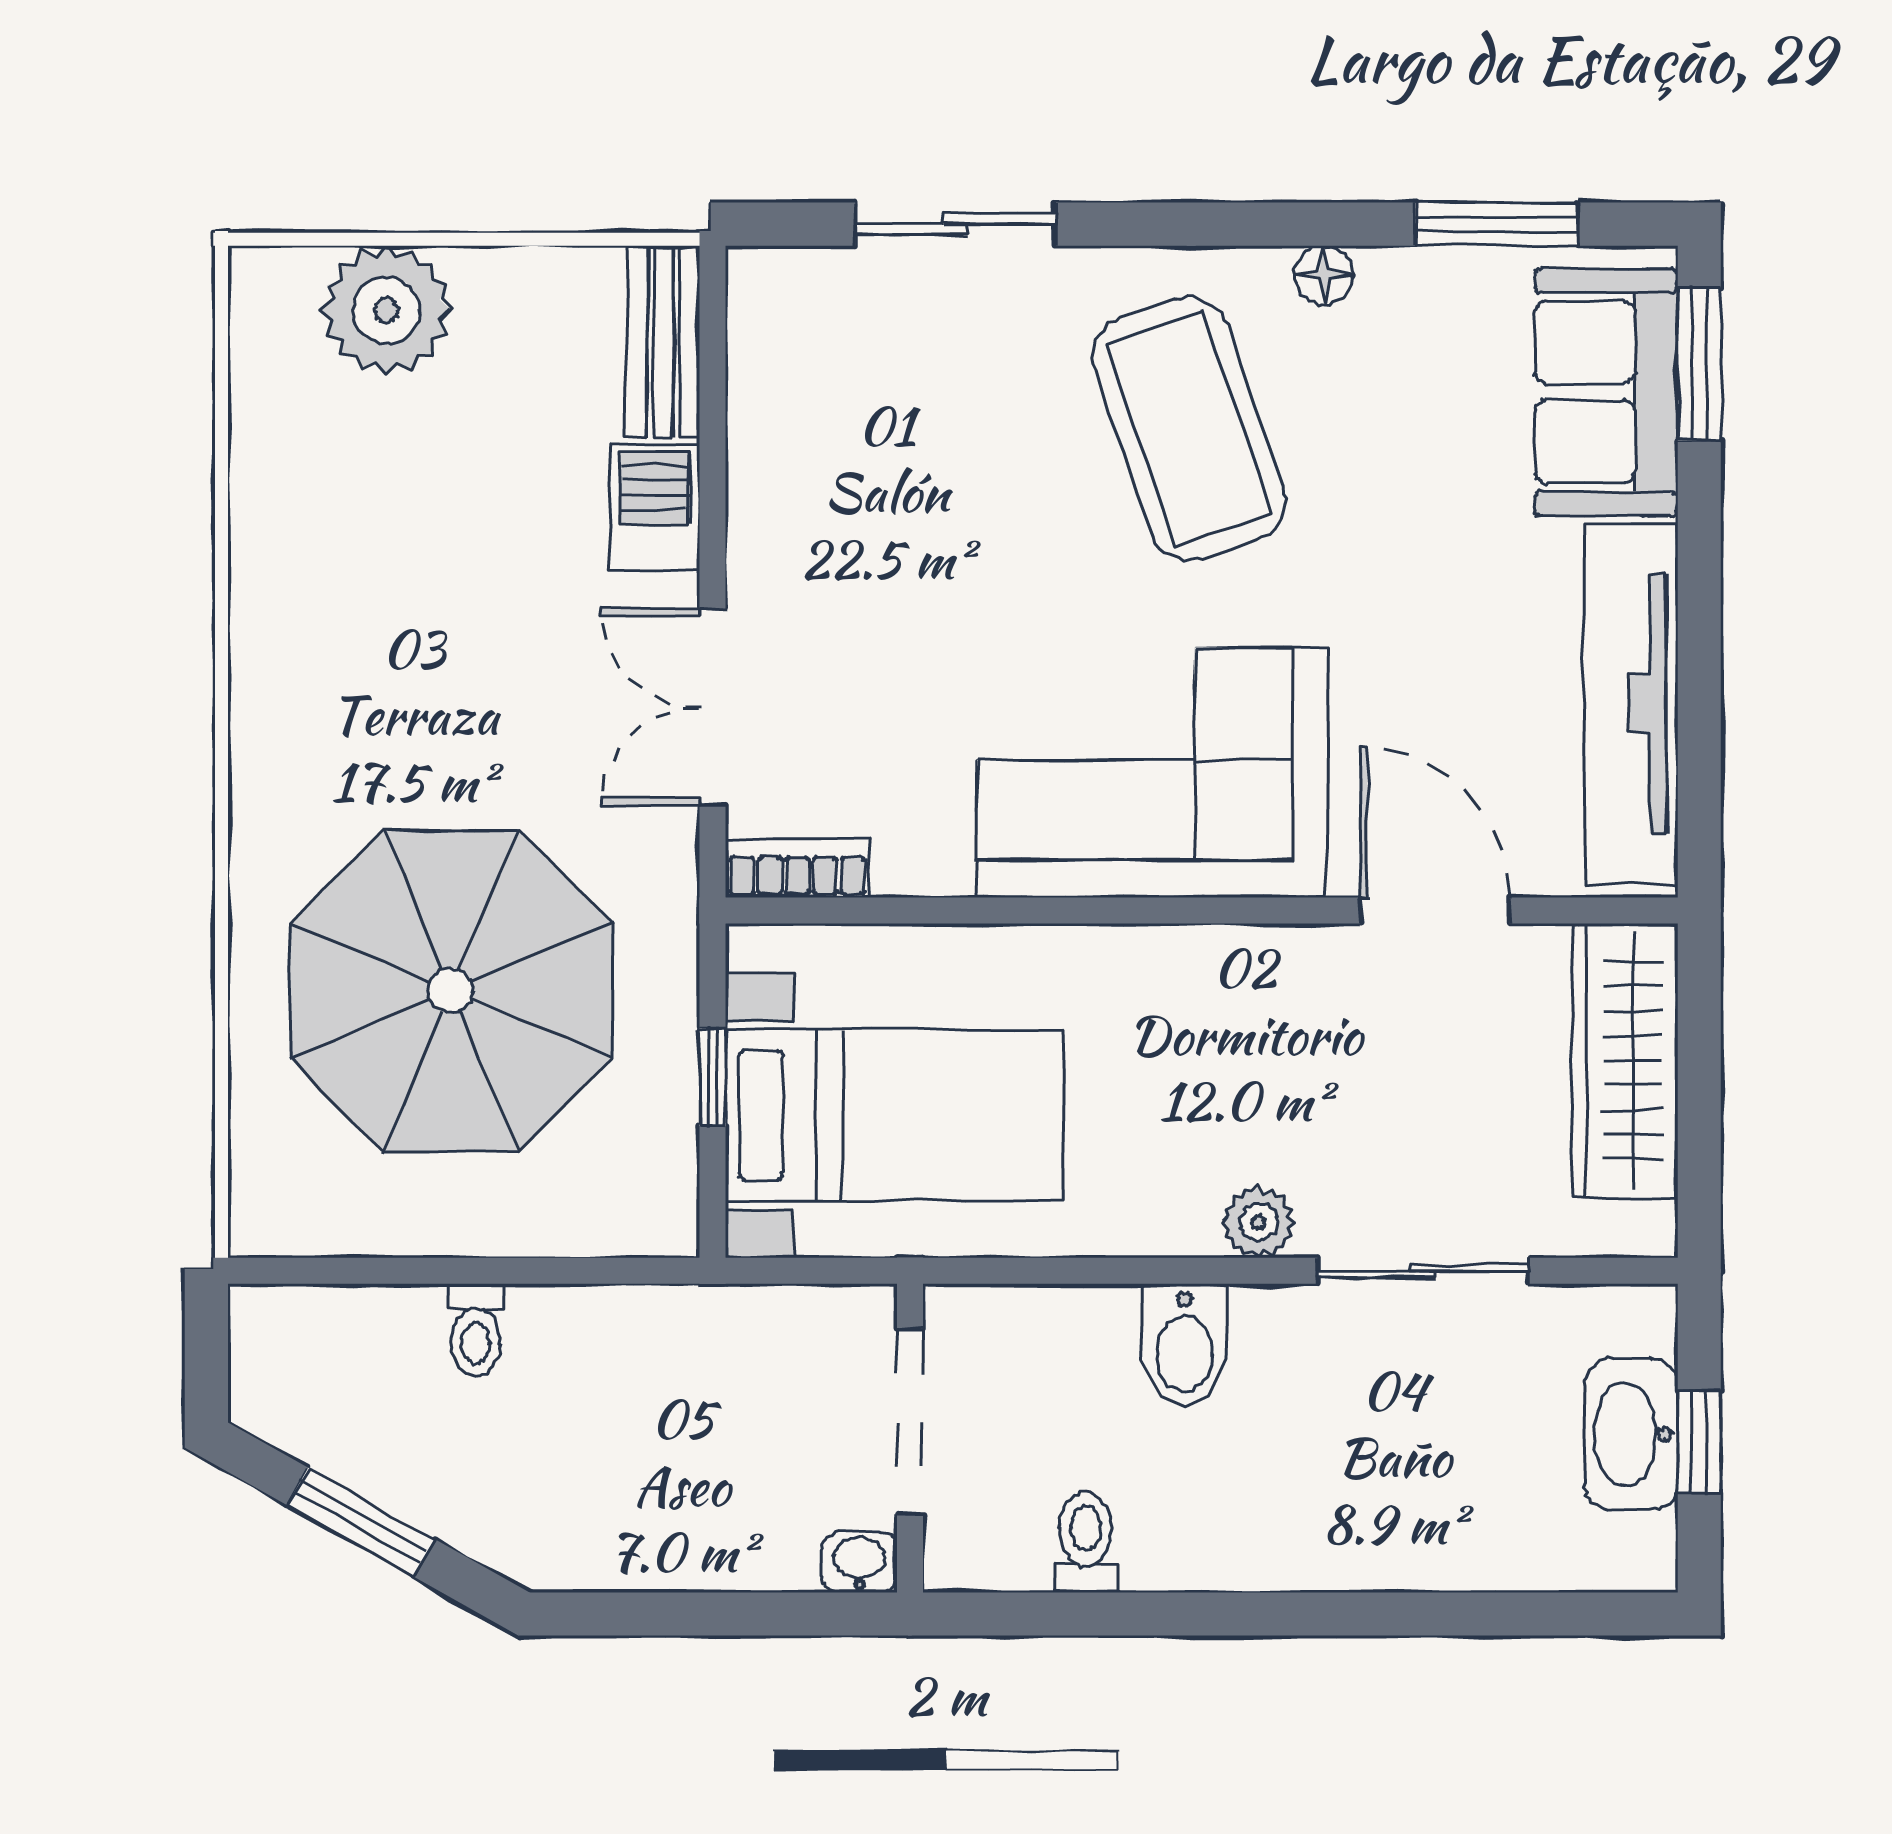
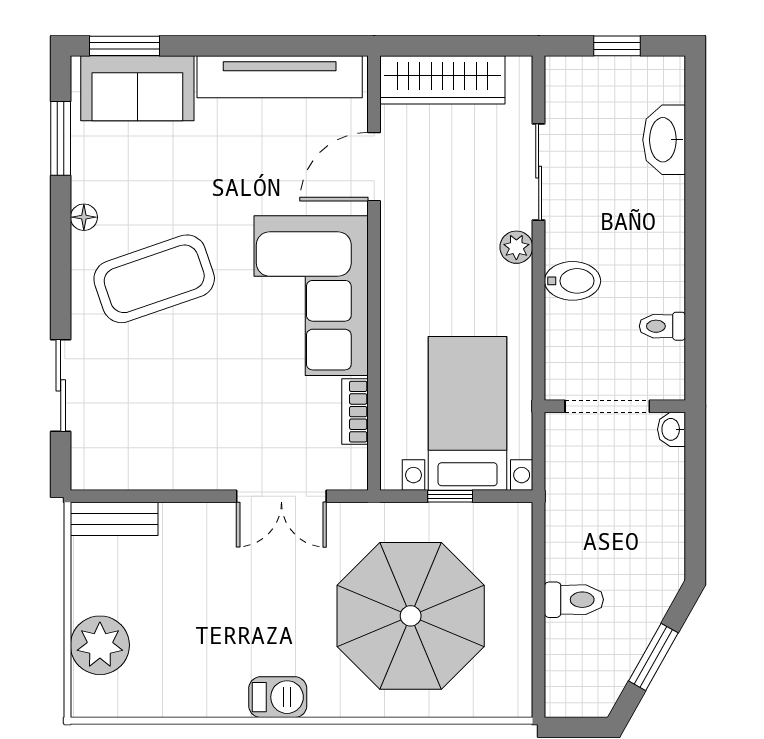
barbecue: (655, 507) -> (278, 697), moved, turned 180
bookcase: (798, 869) -> (355, 412), moved
toilet: (476, 1330) -> (574, 600), width x1.37, depth x1.39
washbasin: (1631, 1434) -> (664, 140), moved, turned 90

